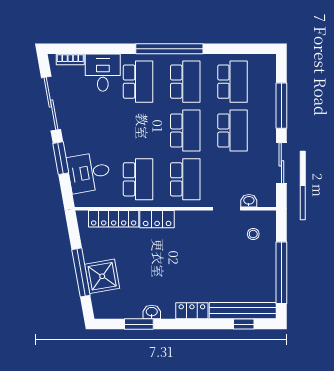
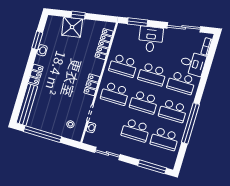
window: (169, 49) -> (190, 123), moved
window: (281, 106) -> (152, 167), moved
school desk: (138, 130) -> (152, 74), added
window: (61, 158) -> (138, 22), moved
desk: (89, 172) -> (151, 39), moved
locker: (157, 219) -> (92, 85), moved
window: (81, 272) -> (78, 15), width x0.46
window: (244, 324) -> (19, 103), removed

